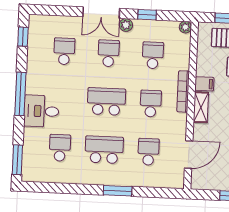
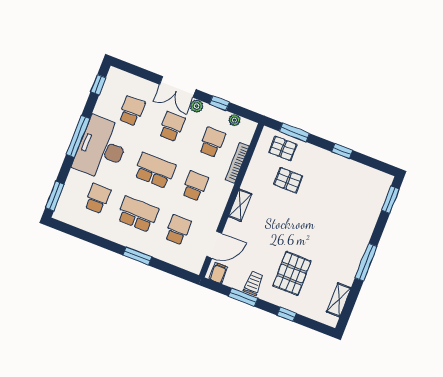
plant: (185, 27) -> (234, 120), moved
filing cabinet: (204, 84) -> (218, 273), moved, turned -90
bookcase: (183, 91) -> (237, 163), moved
desk: (41, 111) -> (101, 148), width x1.87, depth x1.30

